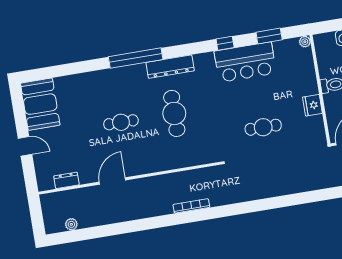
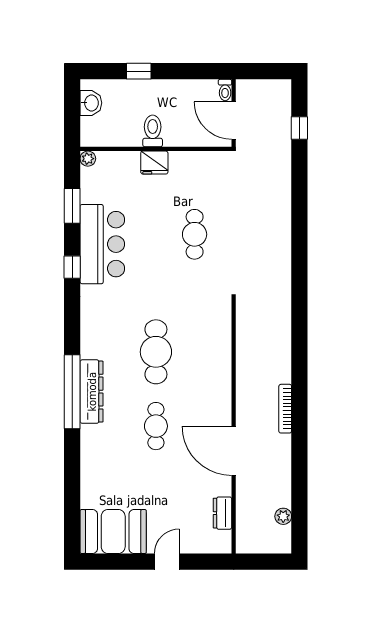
dresser: (170, 67) -> (92, 392), moved
fridge: (312, 105) -> (154, 163), moved
cafe table: (174, 113) -> (156, 352), turned 90
door: (112, 181) -> (234, 451), width x1.36
bookcase: (191, 206) -> (285, 409), moved

